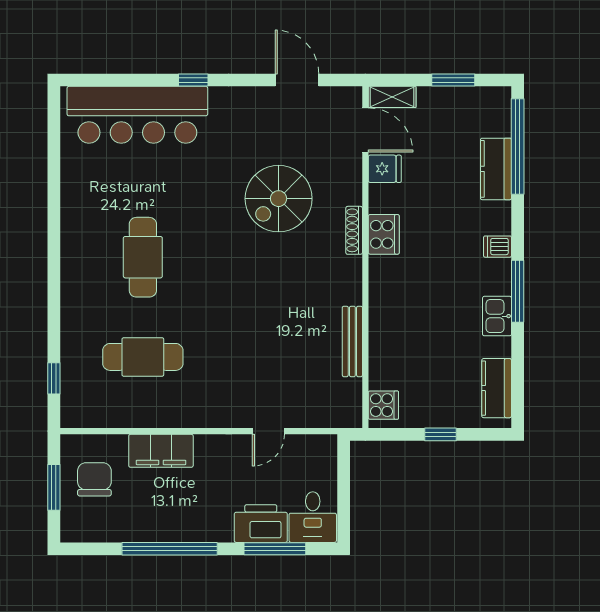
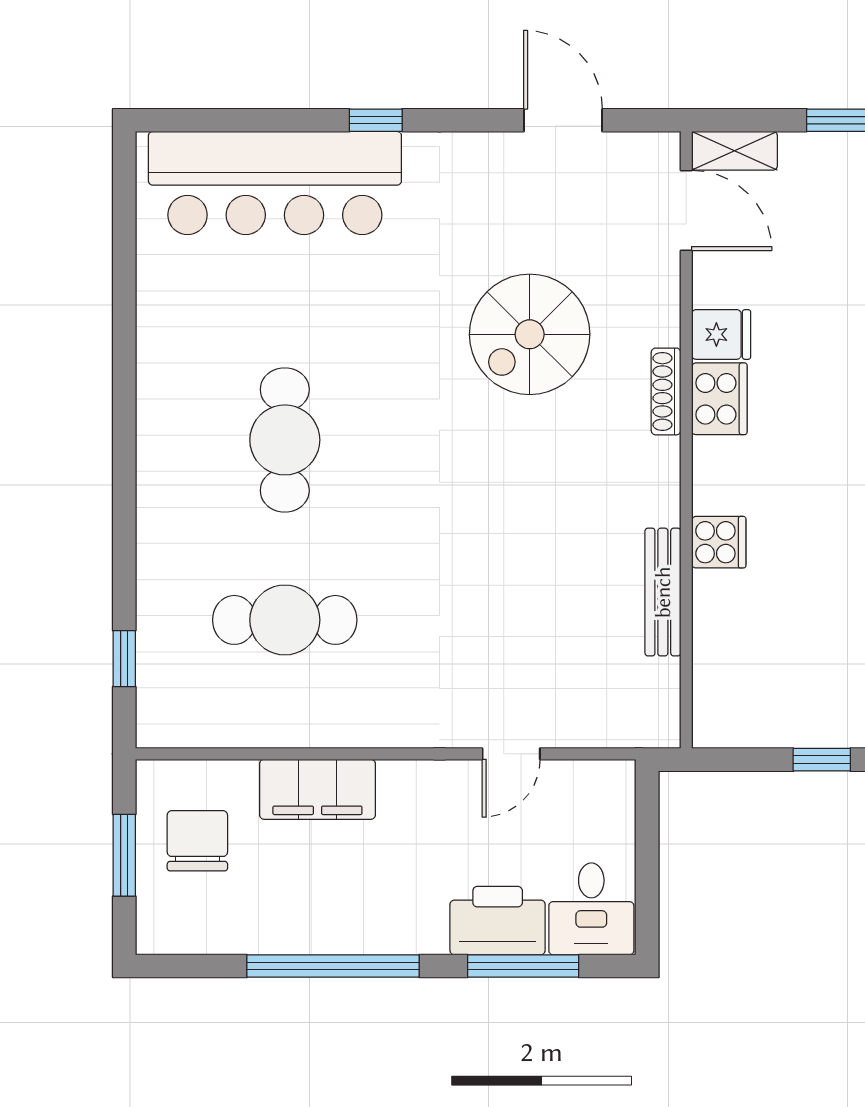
fridge: (385, 169) -> (721, 334), moved
cooker: (383, 405) -> (719, 542), moved

